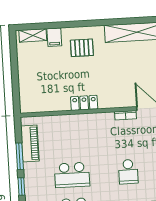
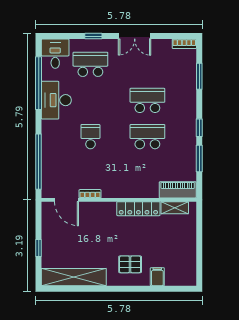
shelving: (33, 35) -> (175, 208), moved
locker: (84, 103) -> (138, 209), width x1.53
piano: (30, 143) -> (178, 190), moved, turned 90

